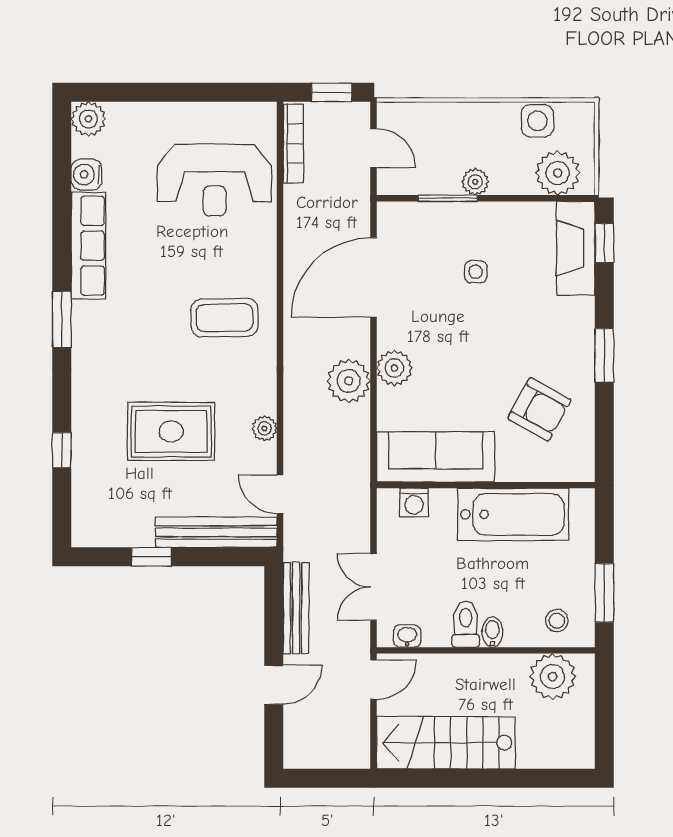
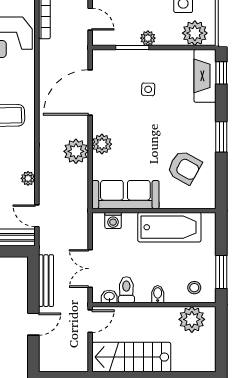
toilet: (466, 624) -> (126, 290), moved

